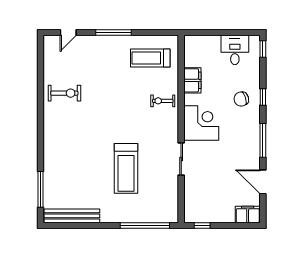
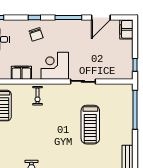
treadmill: (126, 168) -> (90, 125), turned 90

